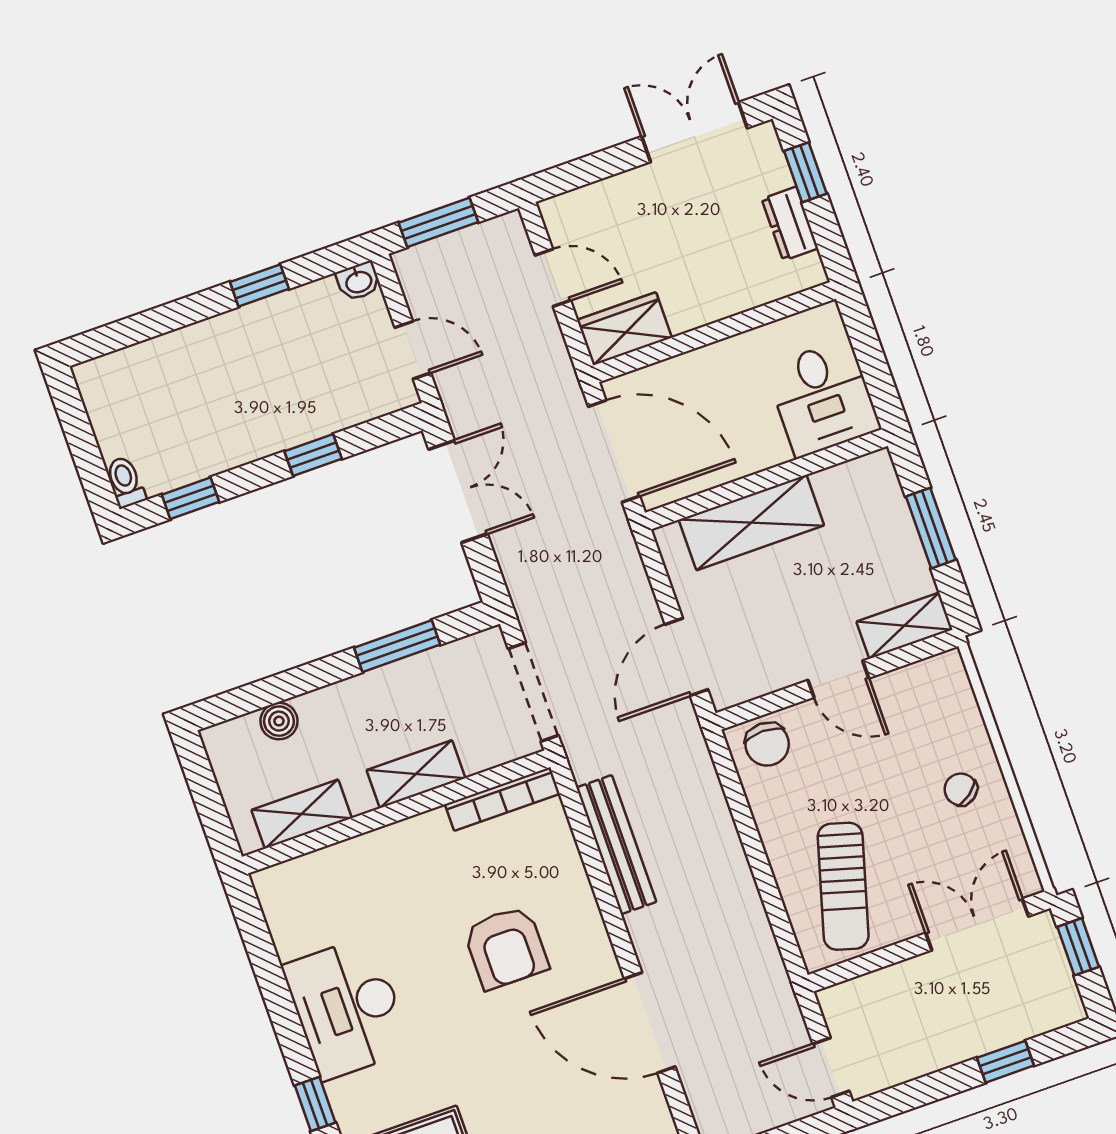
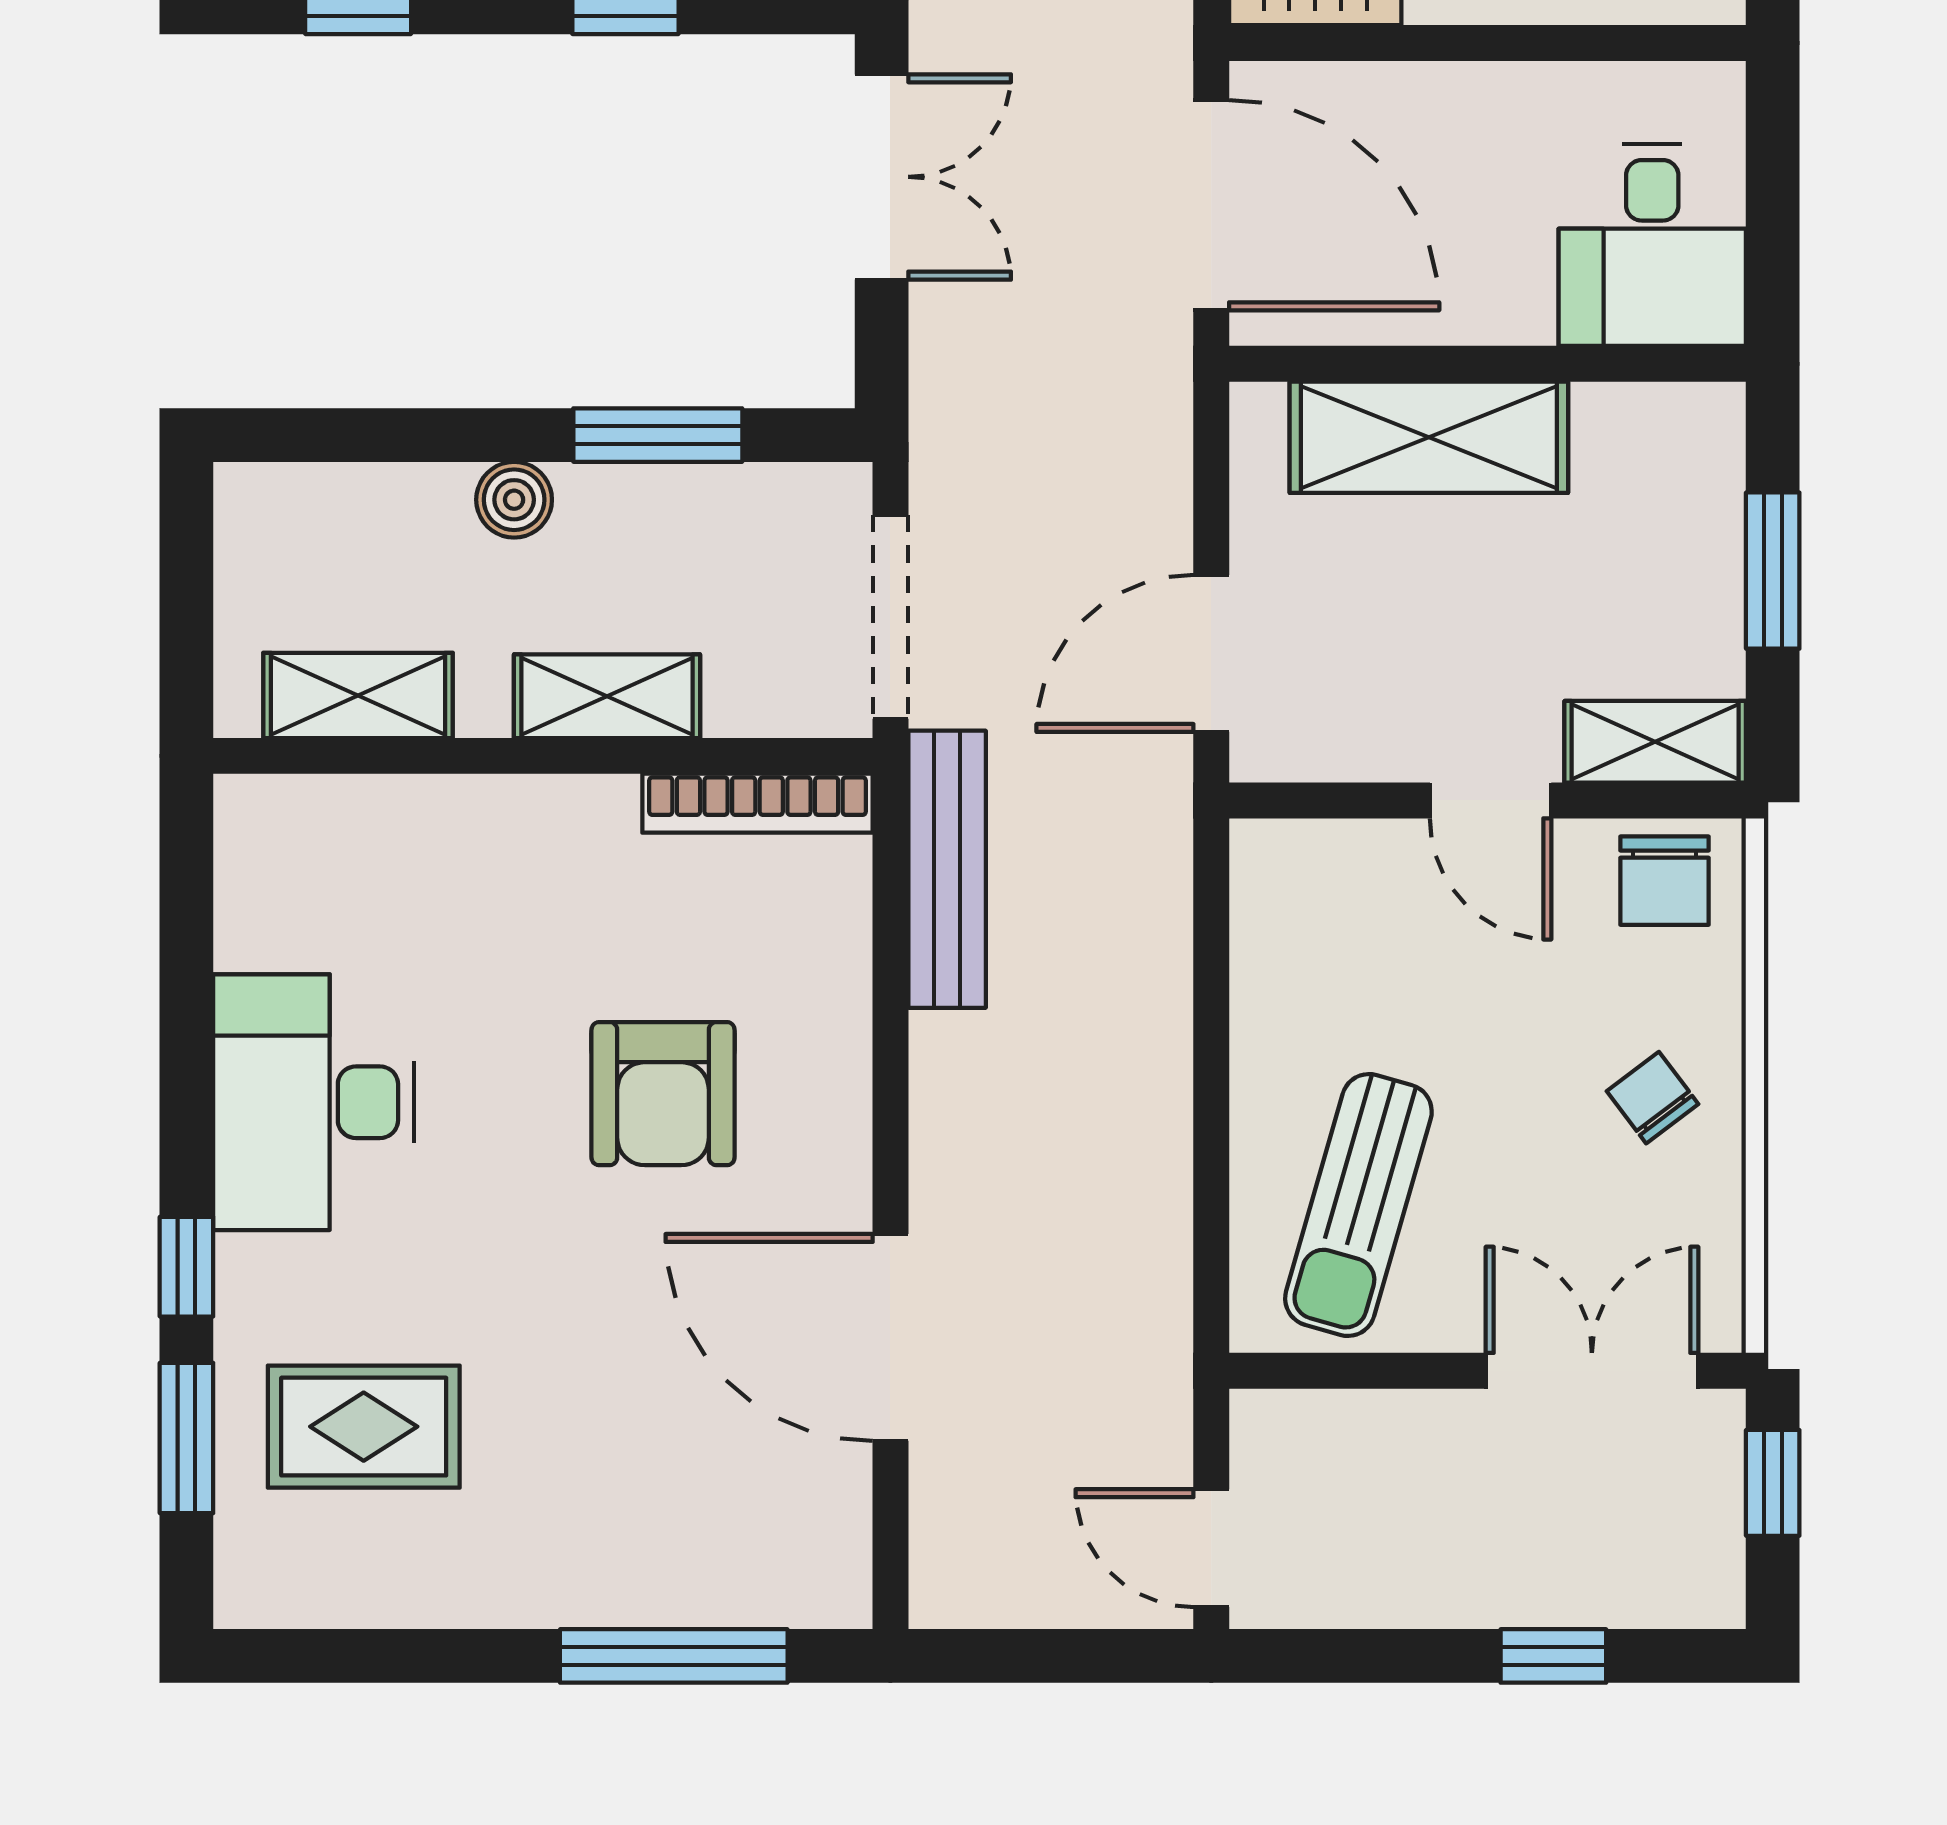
boiler: (279, 721) -> (514, 500), moved
chair: (767, 744) -> (1665, 881), moved
bench: (616, 845) -> (947, 869), moved

